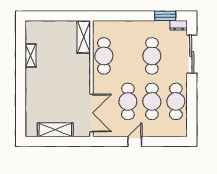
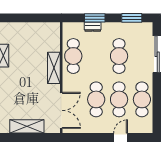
window: (126, 16) -> (95, 18), added
dresser: (179, 25) -> (93, 27), moved
shelving: (84, 37) -> (54, 68), moved
door: (135, 141) -> (121, 138), moved

